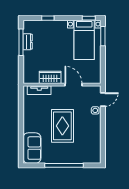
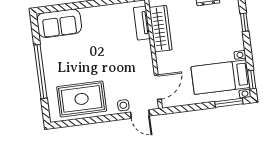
wardrobe: (50, 77) -> (161, 29), width x1.50
door: (73, 85) -> (158, 87), moved
rug: (62, 126) -> (82, 99), moved

